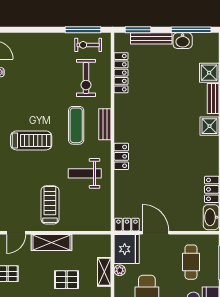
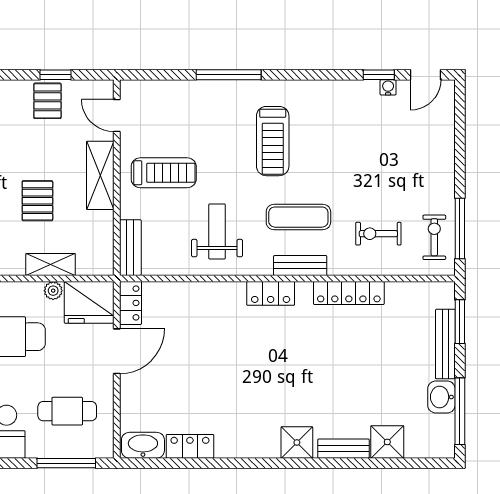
locker: (121, 73) -> (349, 293), moved
exercise bike: (86, 78) -> (378, 234), width x0.73, depth x0.72
locker: (121, 156) -> (271, 293), moved
bench: (94, 225) -> (130, 248), added

